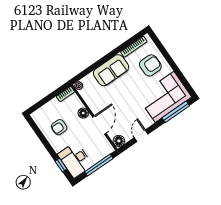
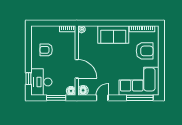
floor lamp: (83, 113) -> (71, 91), moved
door: (99, 125) -> (77, 69), hinge flipped
window: (99, 165) -> (56, 98), width x0.69

